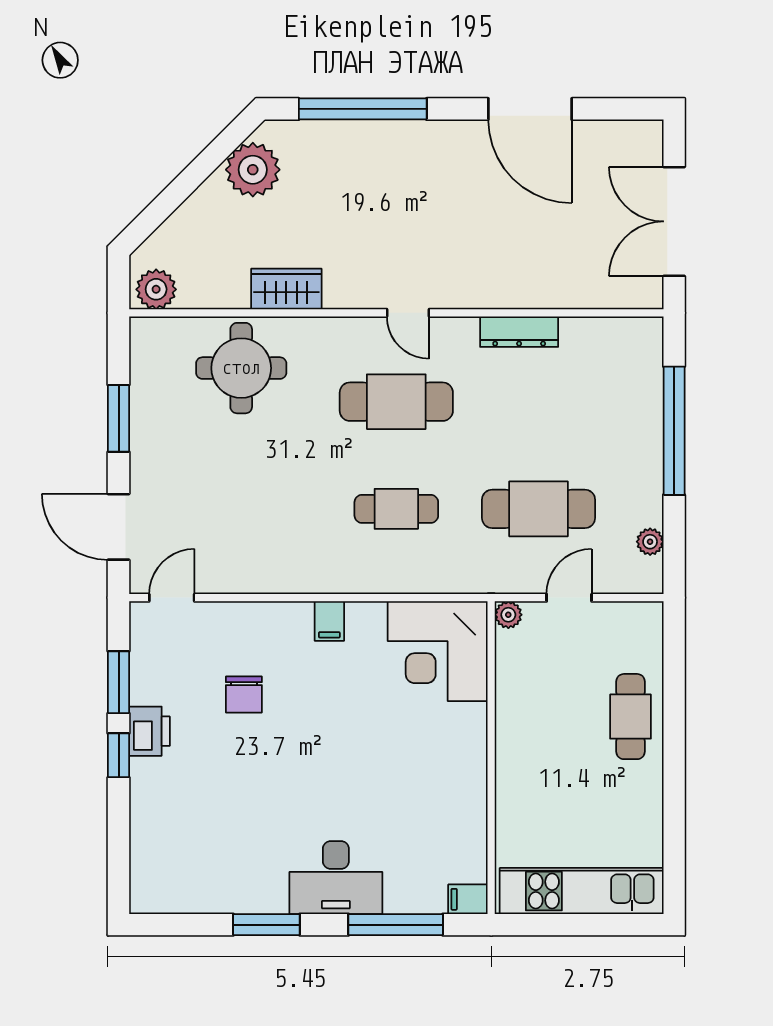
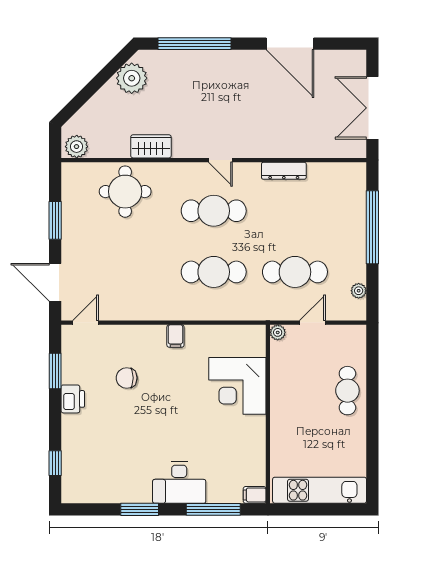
cafe table: (396, 509) -> (214, 272), width x1.37, depth x1.35
corner desk: (438, 651) -> (237, 386), moved
chair: (244, 695) -> (127, 378), turned 90
window: (119, 755) -> (55, 463), moved

